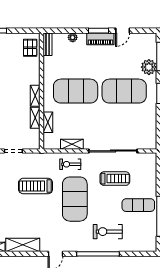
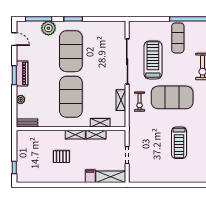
door: (123, 31) -> (14, 39), moved
pallet: (30, 48) -> (61, 157), moved
treadmill: (115, 179) -> (153, 60), width x1.37, depth x1.38
treadmill: (36, 186) -> (179, 143), moved

